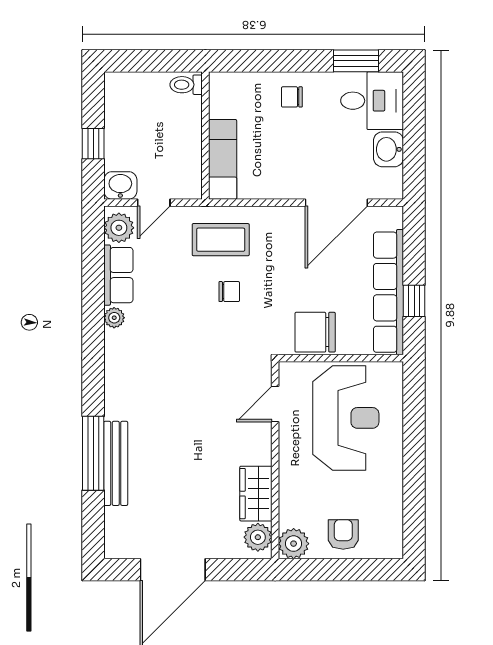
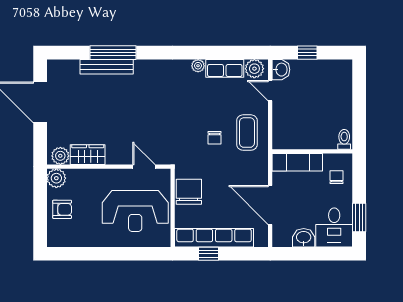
toilet: (186, 85) -> (344, 139), moved
wall: (205, 136) -> (312, 151), moved
exam couch: (223, 159) -> (297, 162), moved

